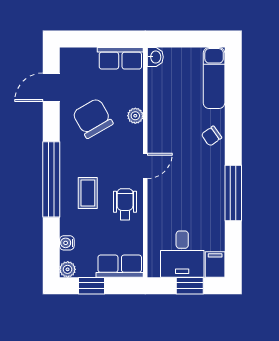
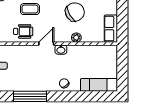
washbasin: (155, 57) -> (61, 50), moved
door: (145, 166) -> (46, 44), swing flipped

